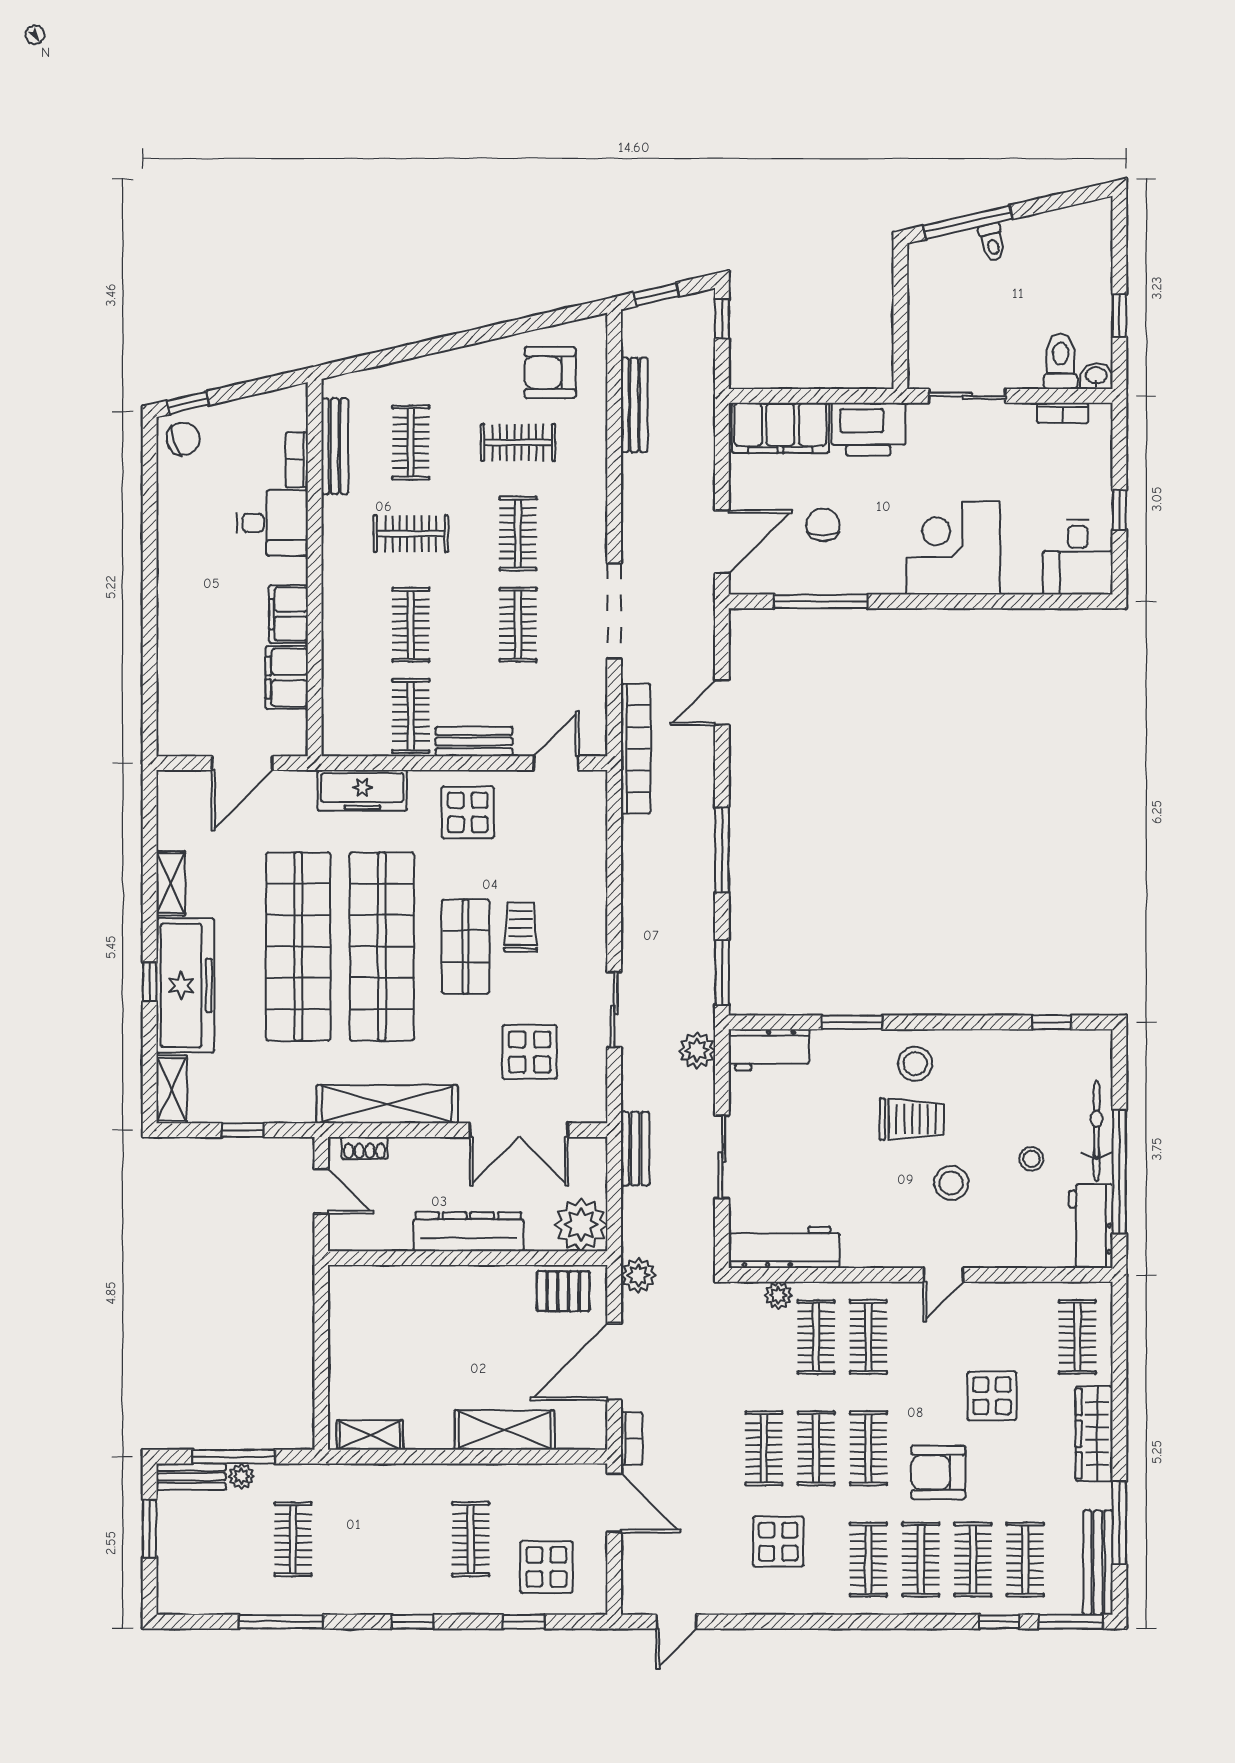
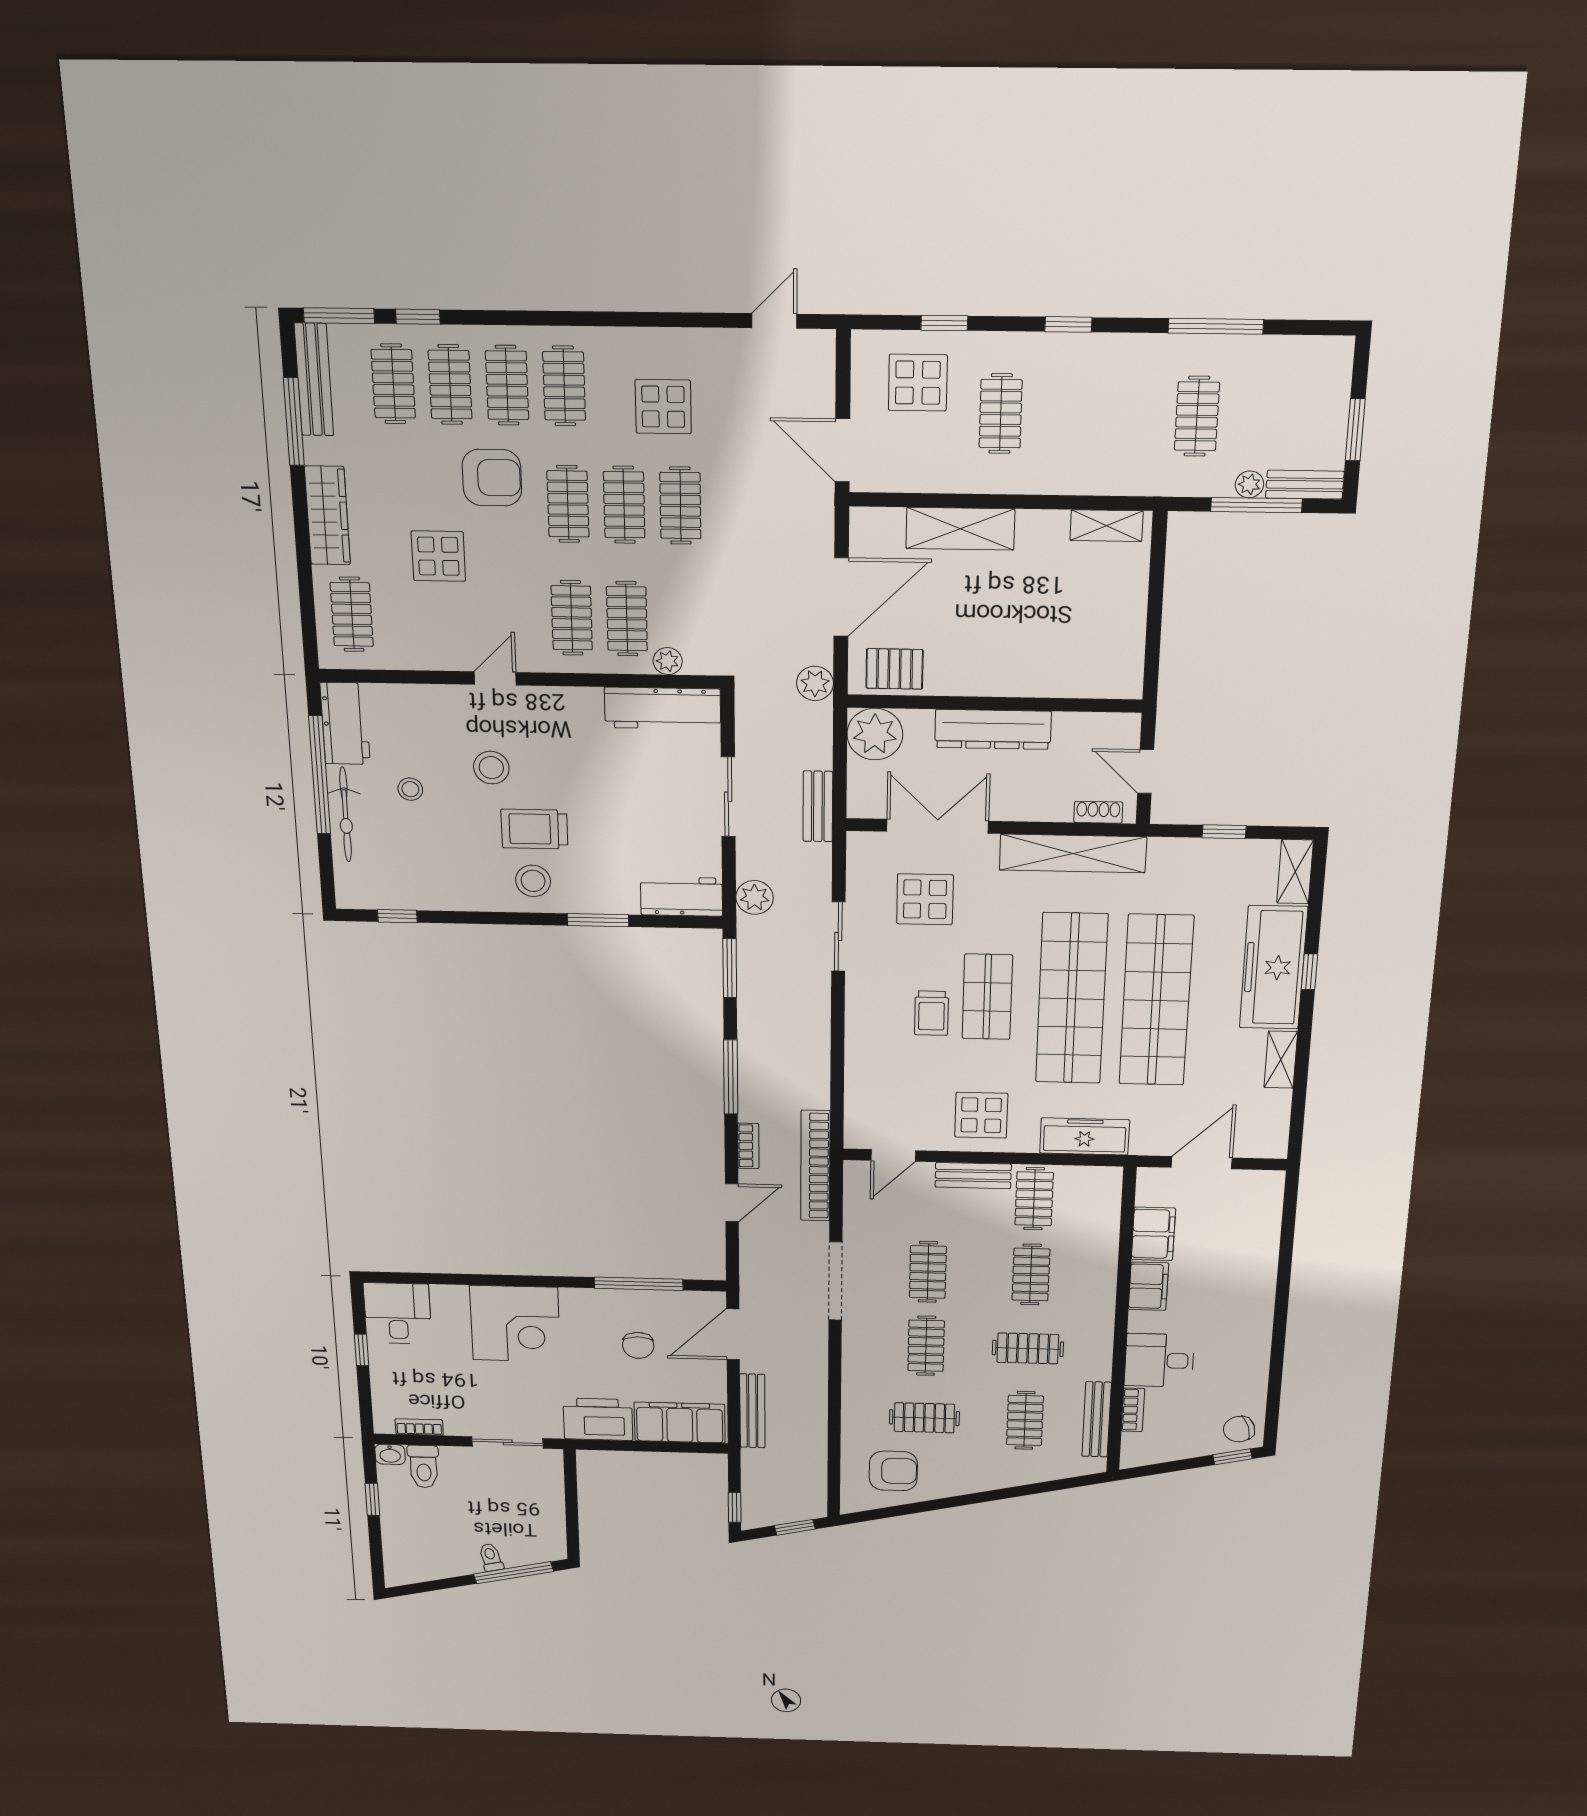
bench: (634, 405) -> (752, 1411), moved
bookcase: (632, 1438) -> (748, 1146), moved, turned 180

